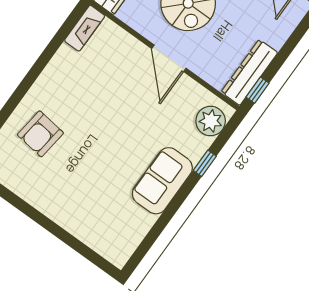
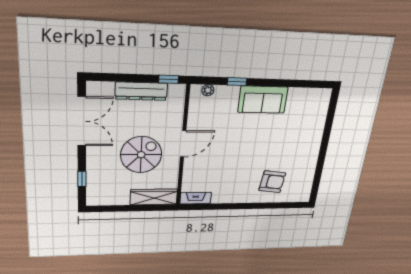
dresser: (249, 72) -> (141, 91), moved
plant: (211, 121) -> (208, 90), width x0.53, depth x0.53

